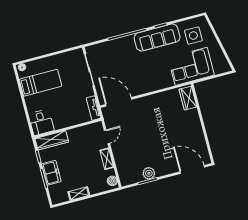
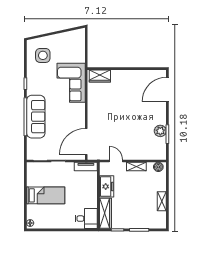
sofa: (157, 38) -> (36, 117), moved
corner sofa: (191, 66) -> (71, 83), moved
bed: (40, 83) -> (46, 195), moved, turned 90
freezer: (51, 173) -> (107, 186), moved, turned 90

